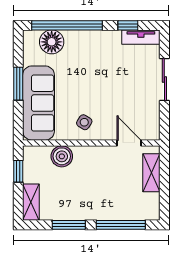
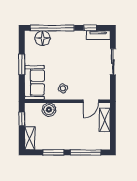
sofa: (39, 103) -> (34, 83), width x0.73
door: (129, 143) -> (91, 101), swing flipped

